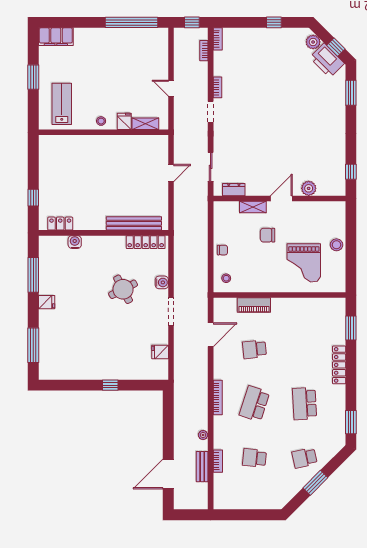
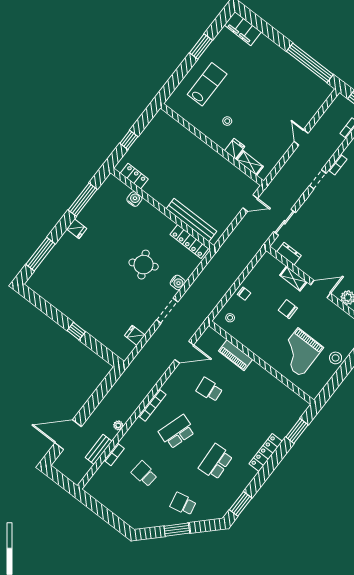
fridge: (124, 121) -> (235, 149), moved
shelving: (145, 124) -> (250, 163), moved
wall: (103, 132) -> (212, 145), moved

